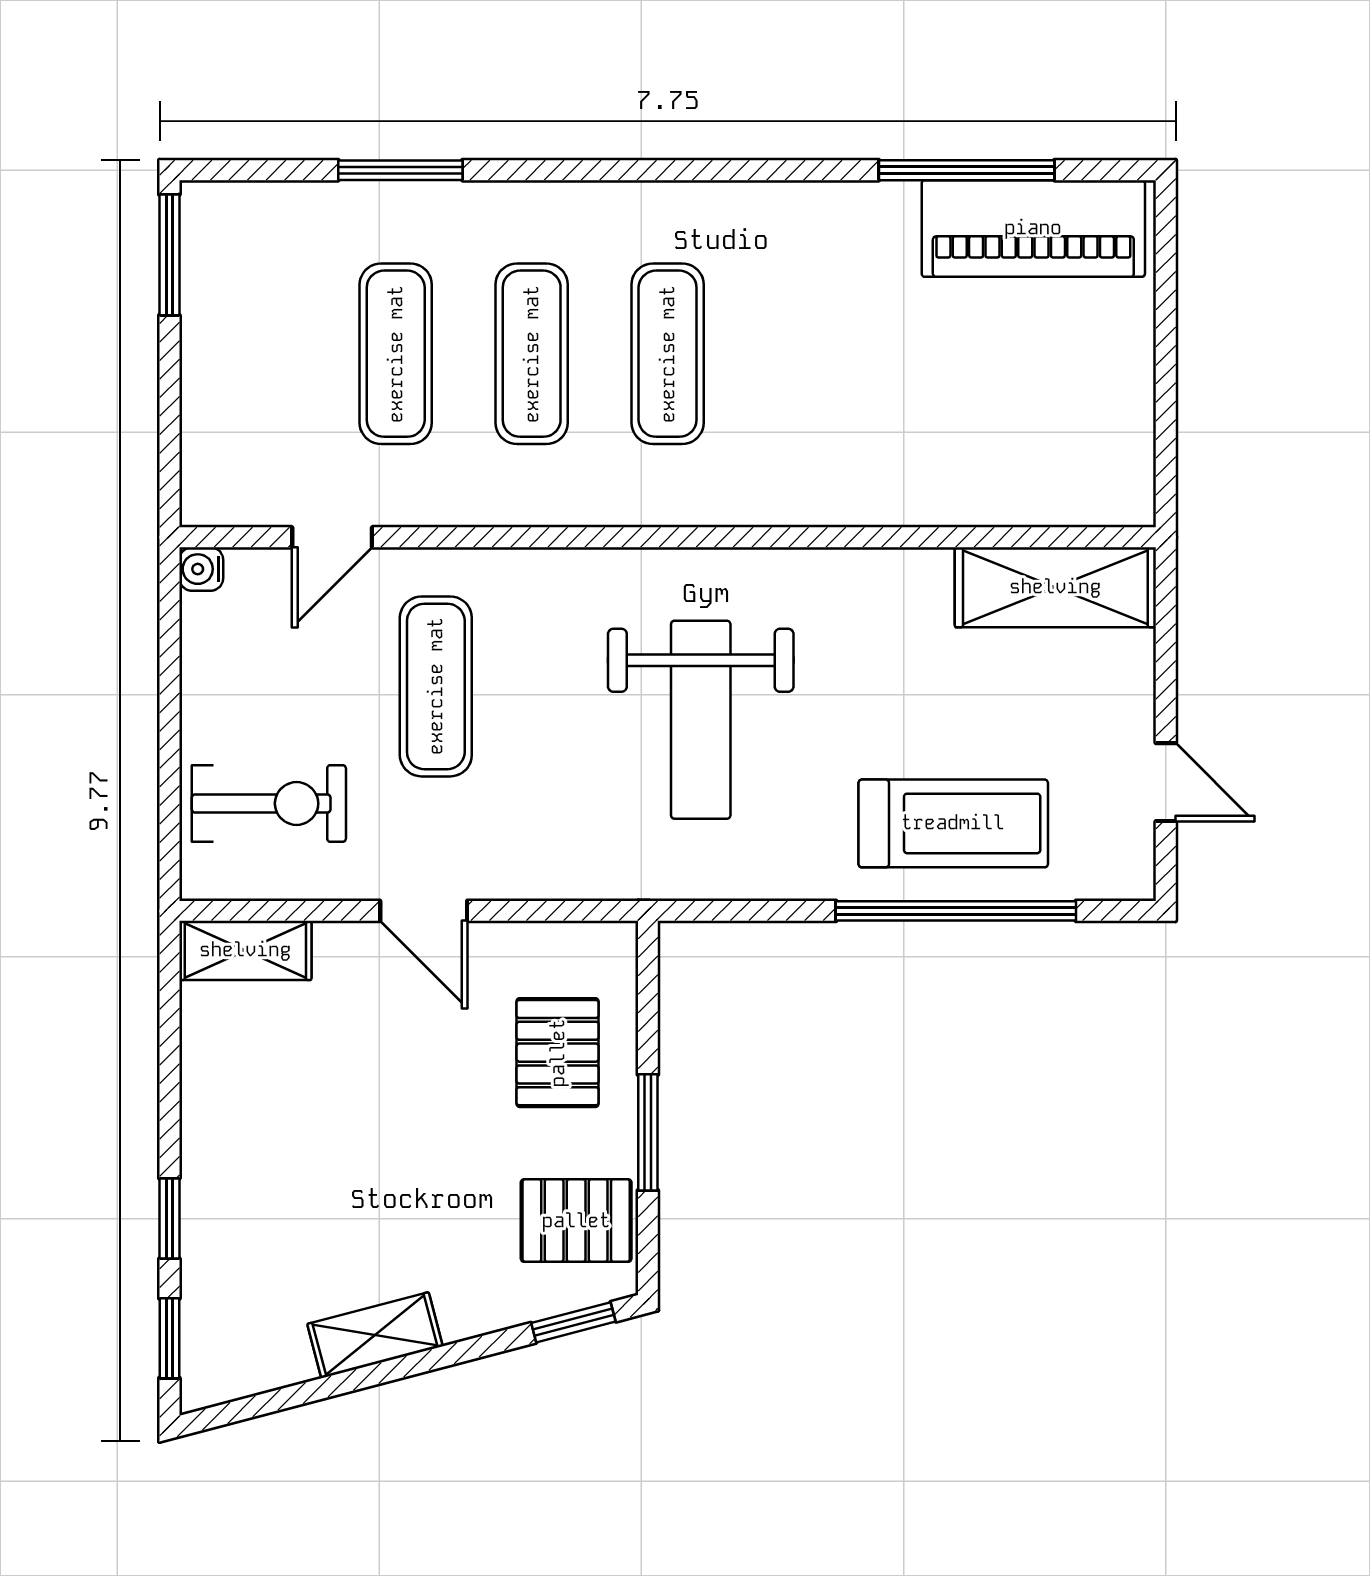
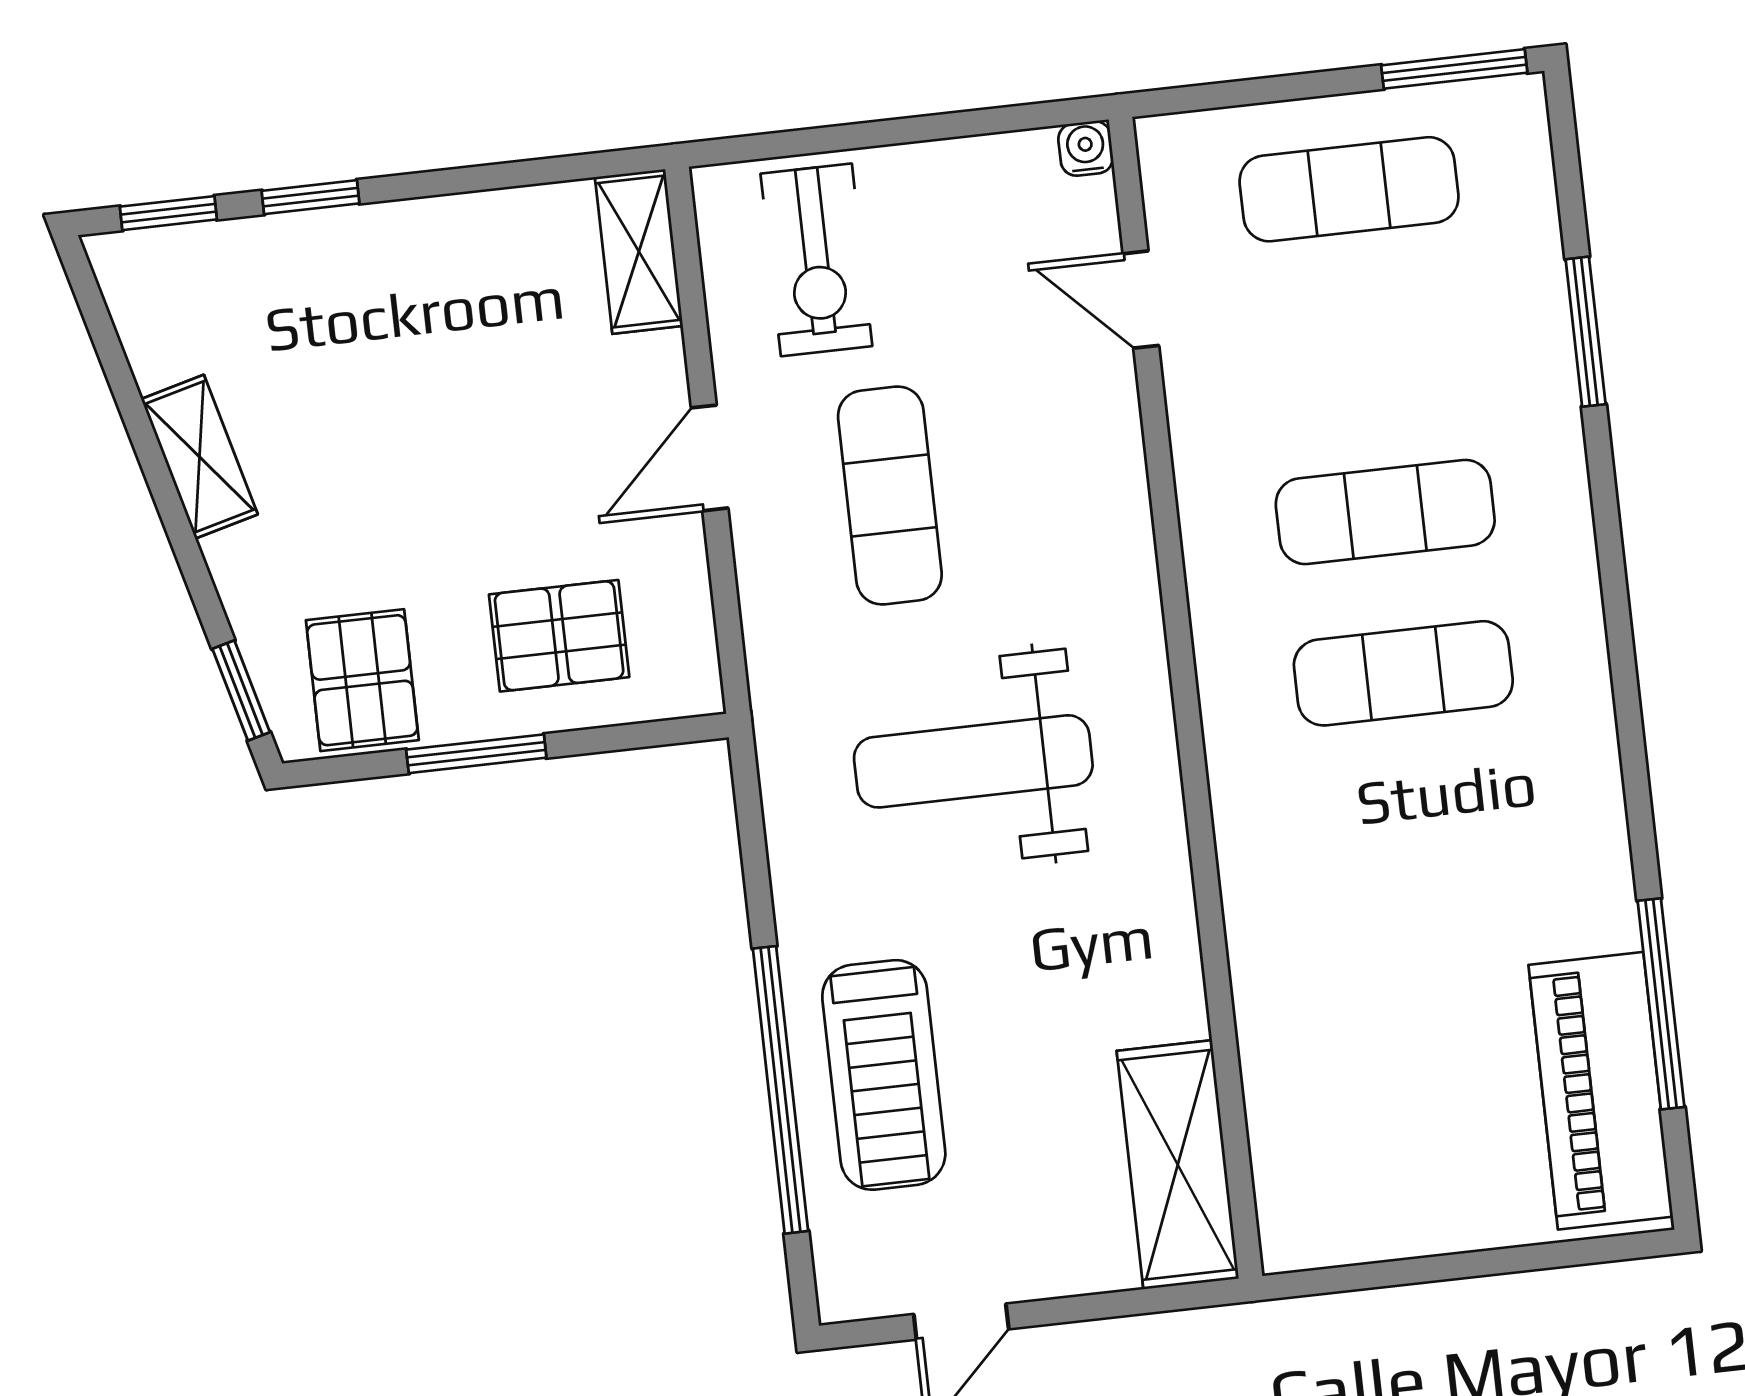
exercise mat: (396, 354) -> (1349, 189), moved
exercise mat: (436, 686) -> (890, 496), moved, turned 90

